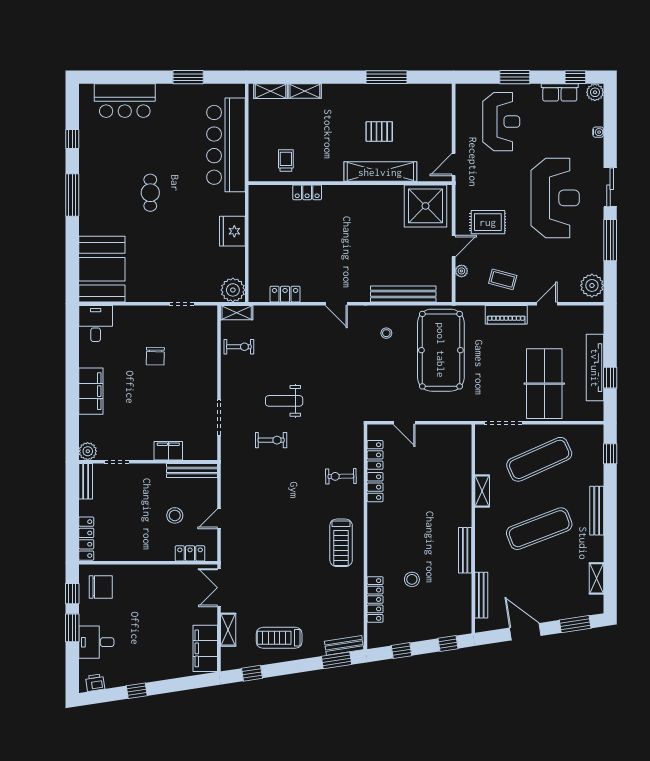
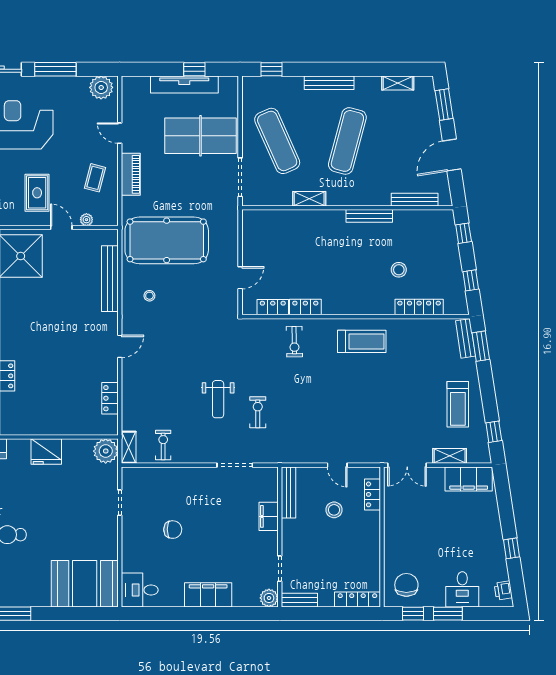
exercise mat: (539, 529) -> (347, 141), turned 36

